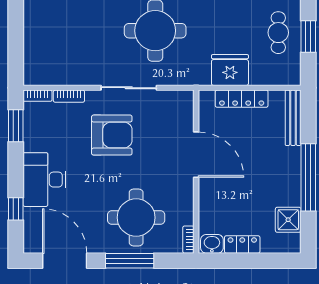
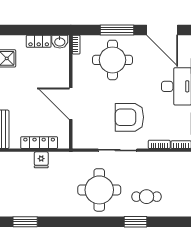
cafe table: (278, 33) -> (147, 197), moved, turned 90
fridge: (230, 70) -> (41, 160), width x0.53, depth x0.75

